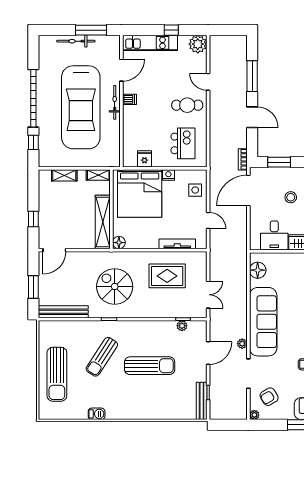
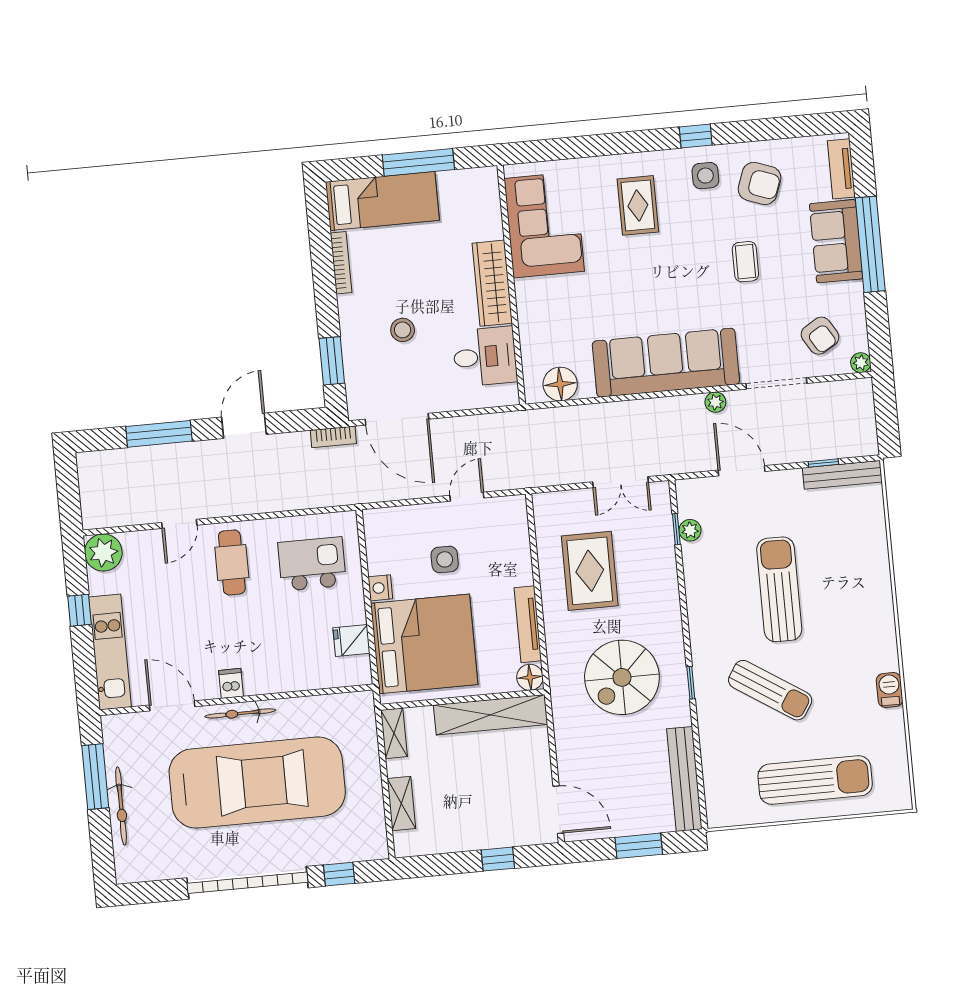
side table: (195, 190) -> (445, 559), moved
tv unit: (177, 244) -> (528, 624), moved
double door: (208, 295) -> (621, 482), swing flipped

